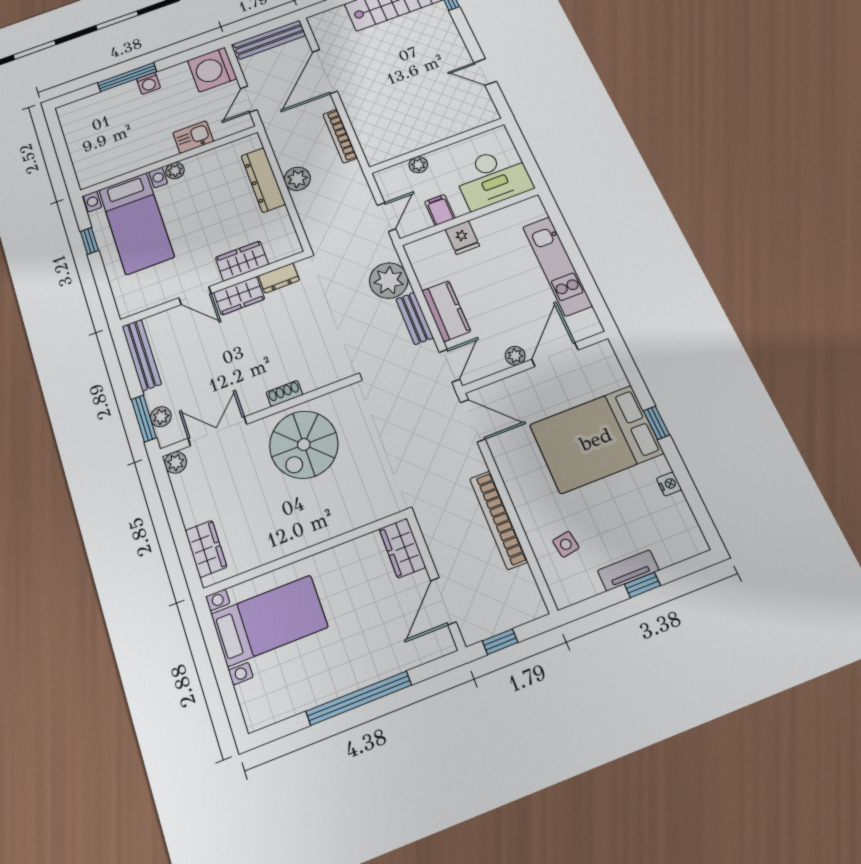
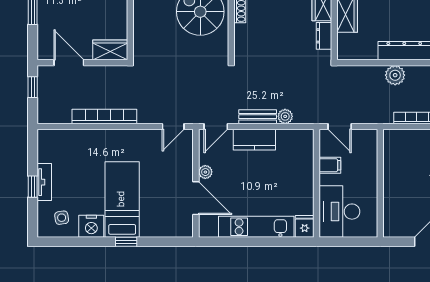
plant: (418, 165) -> (371, 164), removed
fridge: (462, 238) -> (305, 226), moved, turned 90
plant: (389, 281) -> (285, 116), width x0.53, depth x0.53
door: (449, 366) -> (216, 126), hinge flipped
door: (473, 421) -> (173, 126), width x0.73
bed: (596, 439) -> (122, 199), width x0.67
nightstand: (669, 484) -> (91, 226), width x1.89, depth x1.79
side table: (566, 544) -> (62, 218), moved

